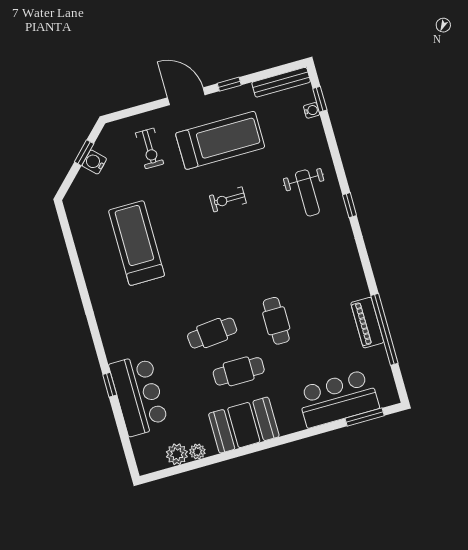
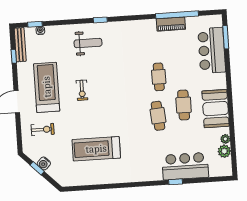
window: (229, 84) -> (14, 56), moved
cafe table: (276, 321) -> (159, 77), turned 90

